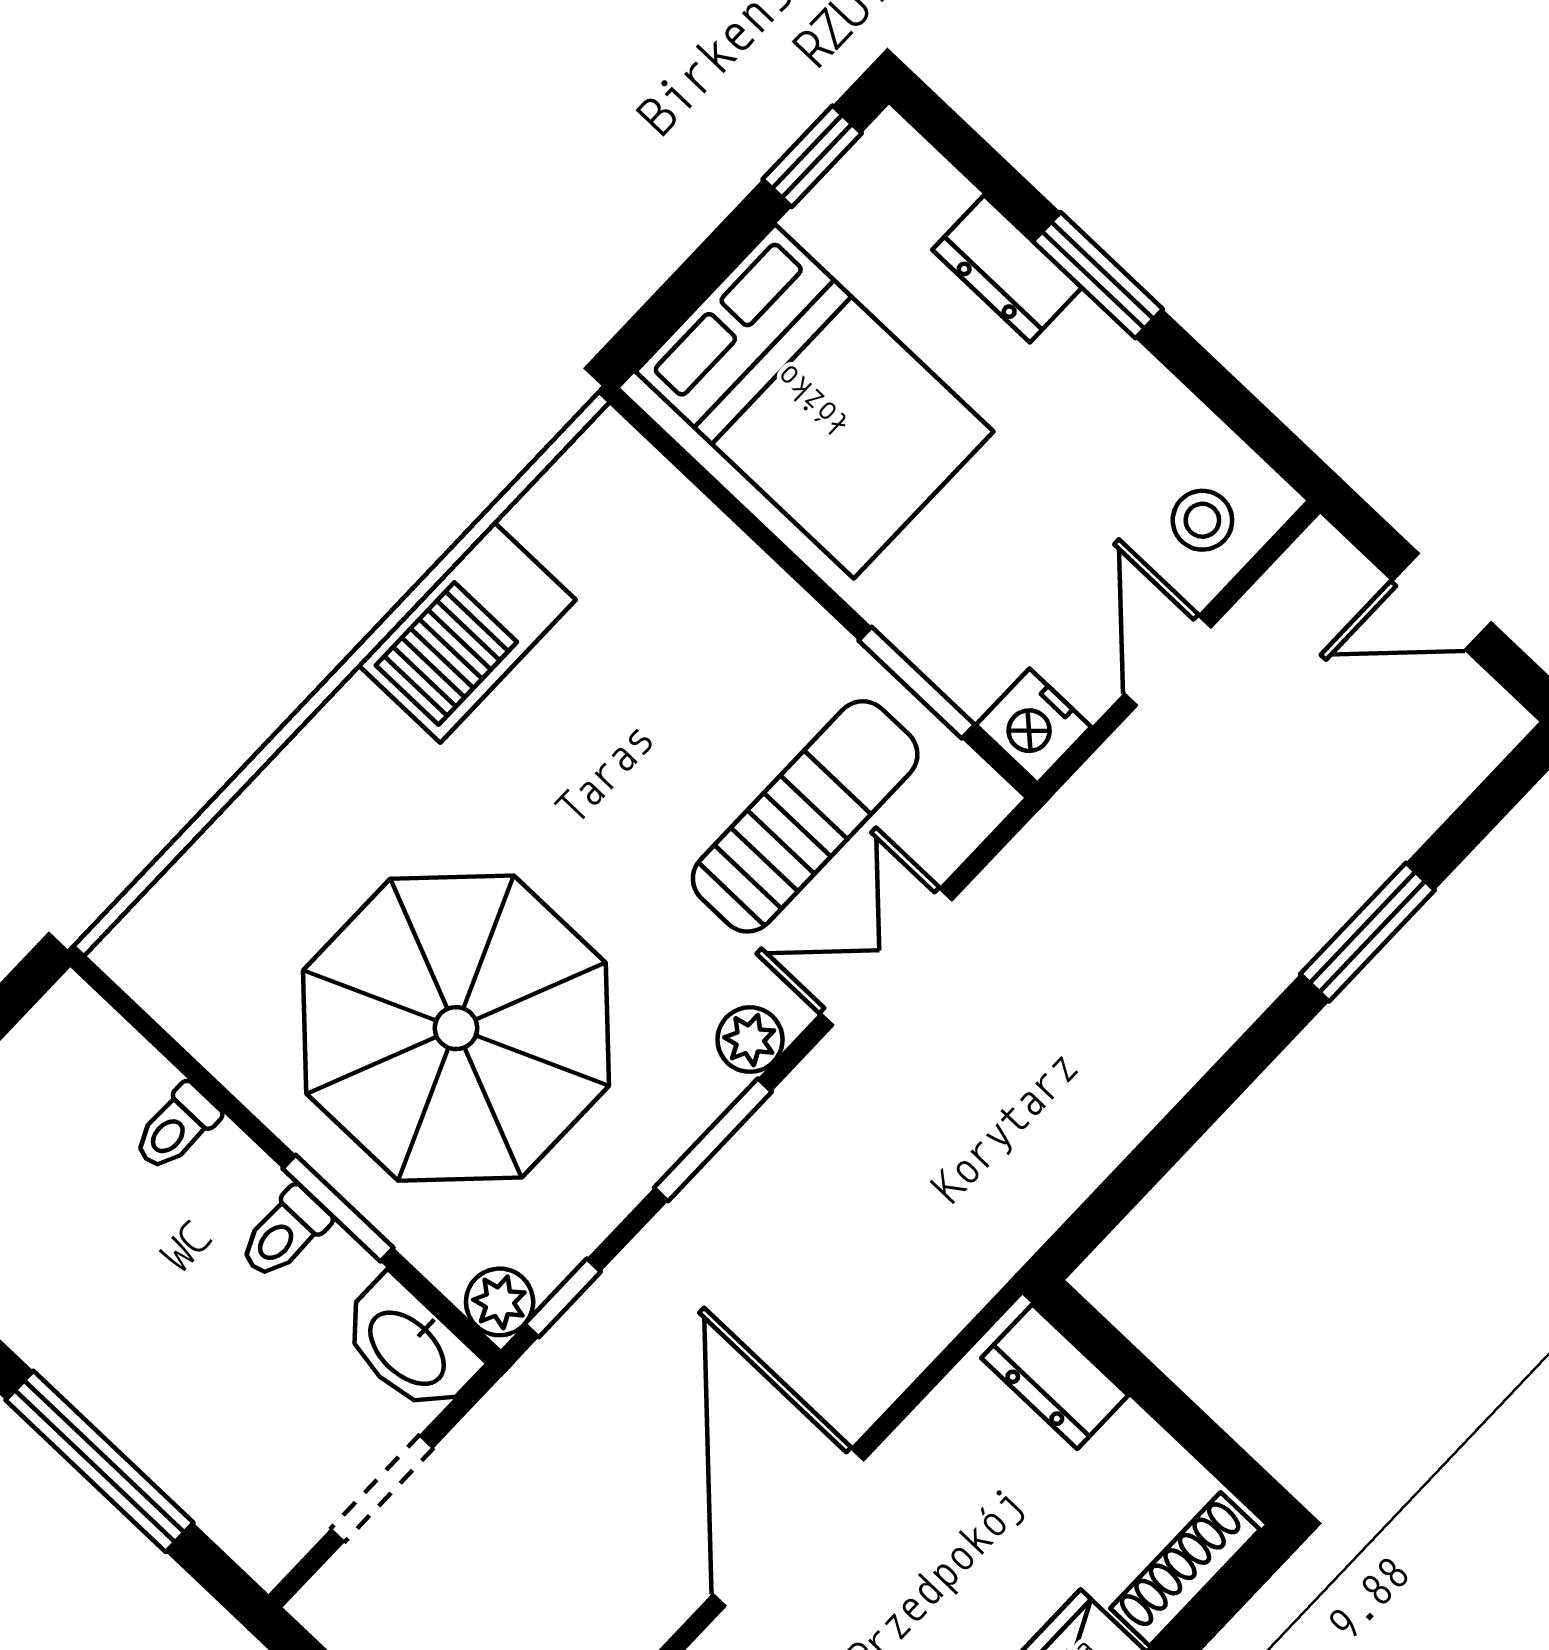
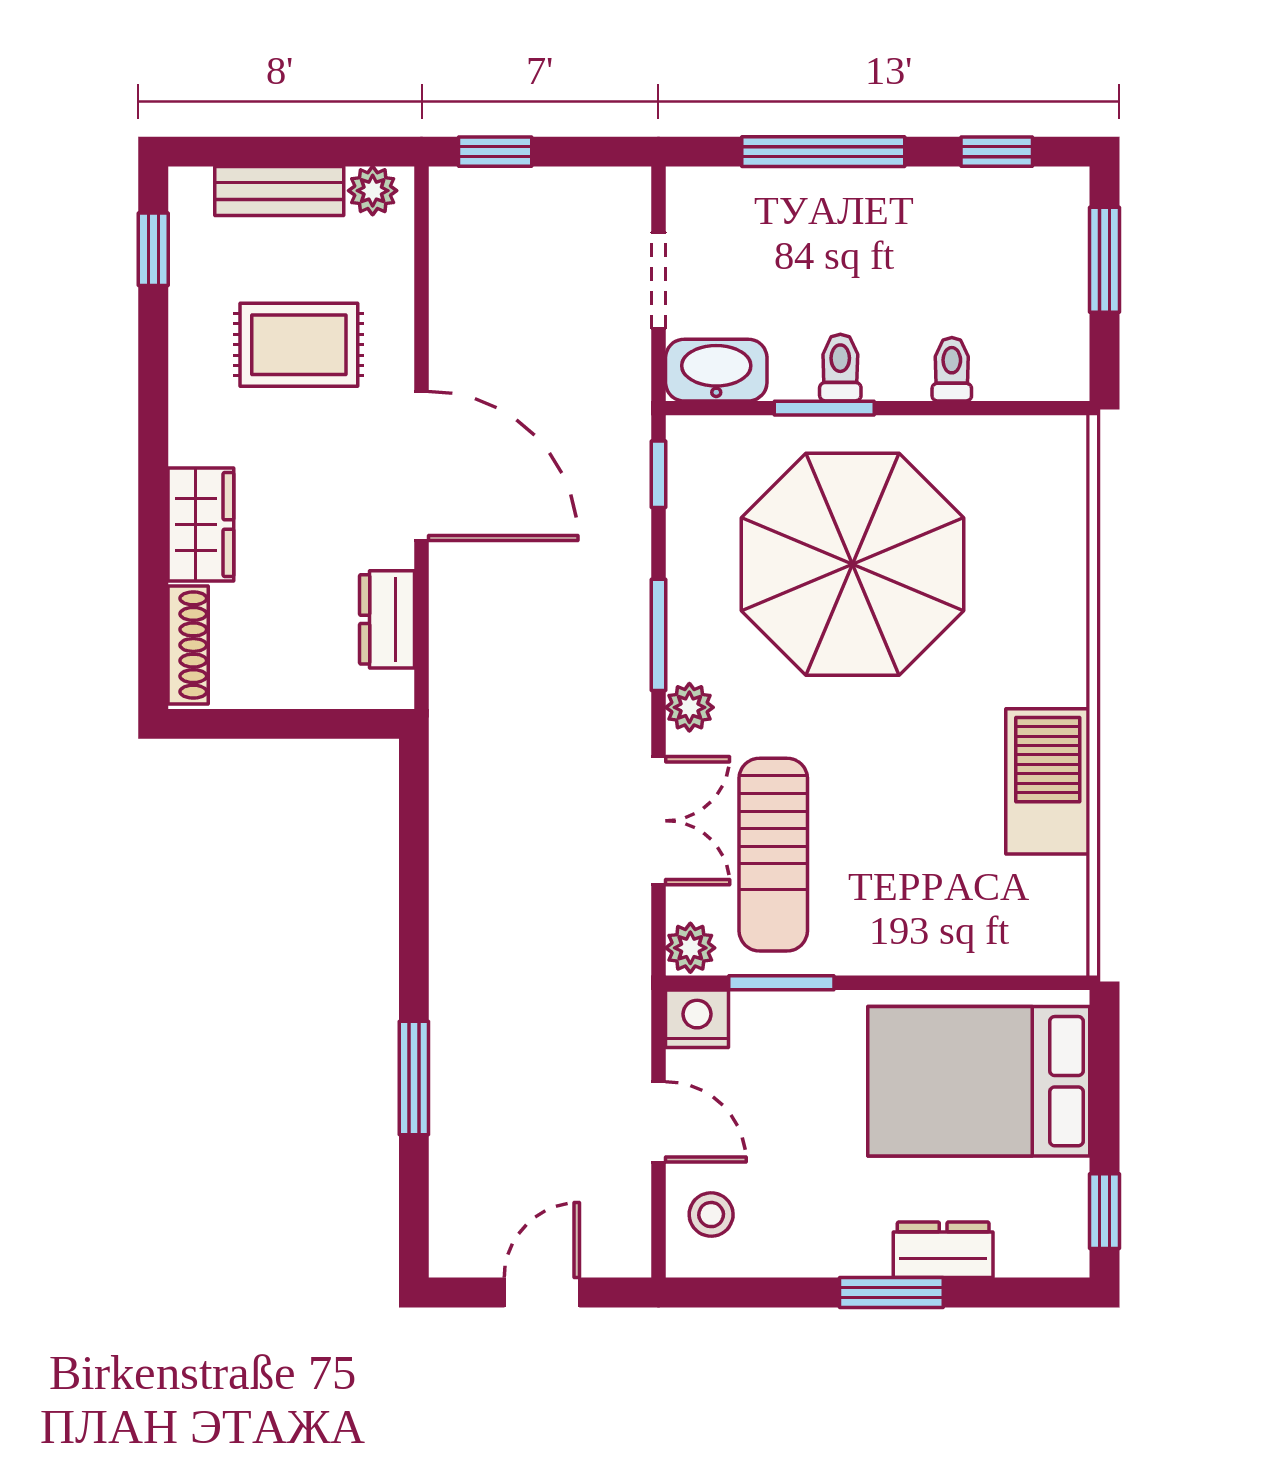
plant: (500, 1302) -> (690, 948), moved
dresser: (1055, 1377) -> (387, 619), moved, turned -90

